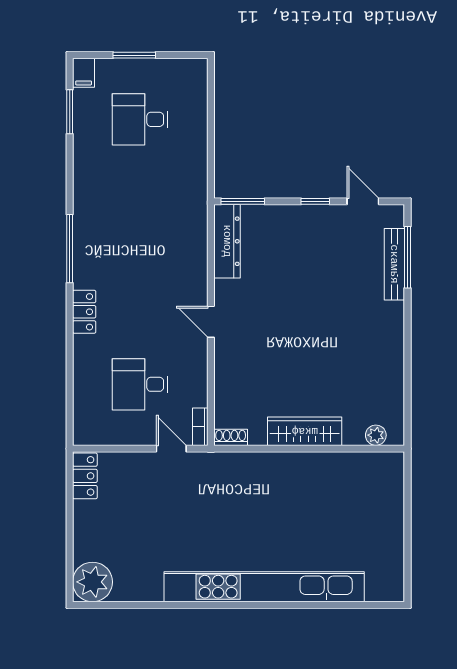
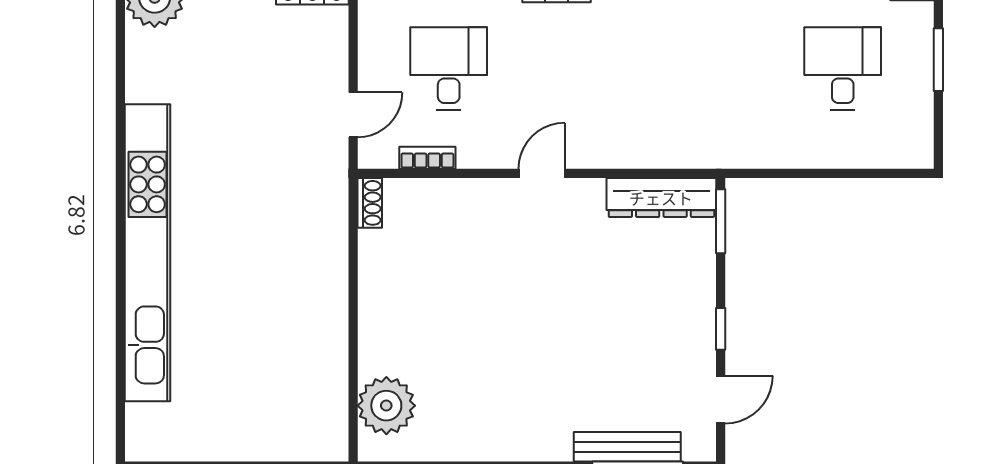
bookcase: (200, 427) -> (427, 158), moved
wardrobe: (305, 431) -> (379, 313), removed
plant: (376, 435) -> (386, 406), width x1.88, depth x1.88

